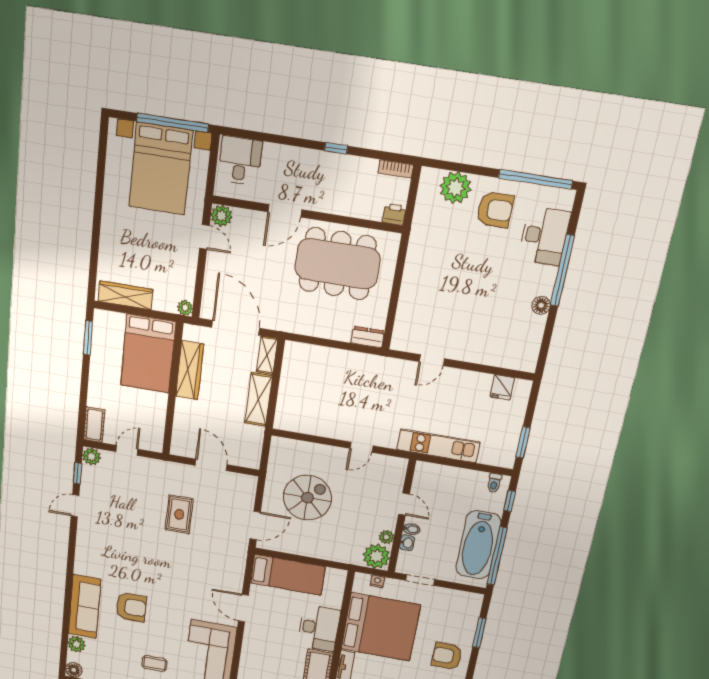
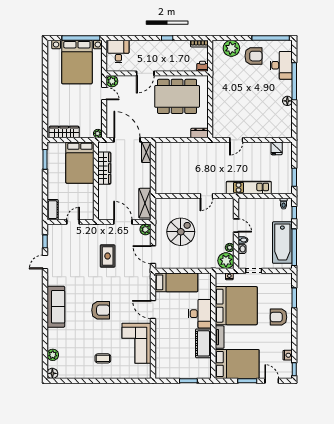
shelving: (259, 399) -> (145, 203), moved
plant: (91, 457) -> (145, 229), moved
door: (255, 525) -> (153, 255), swing flipped
sofa: (85, 607) -> (56, 307), moved
armchair: (131, 607) -> (101, 310), moved

